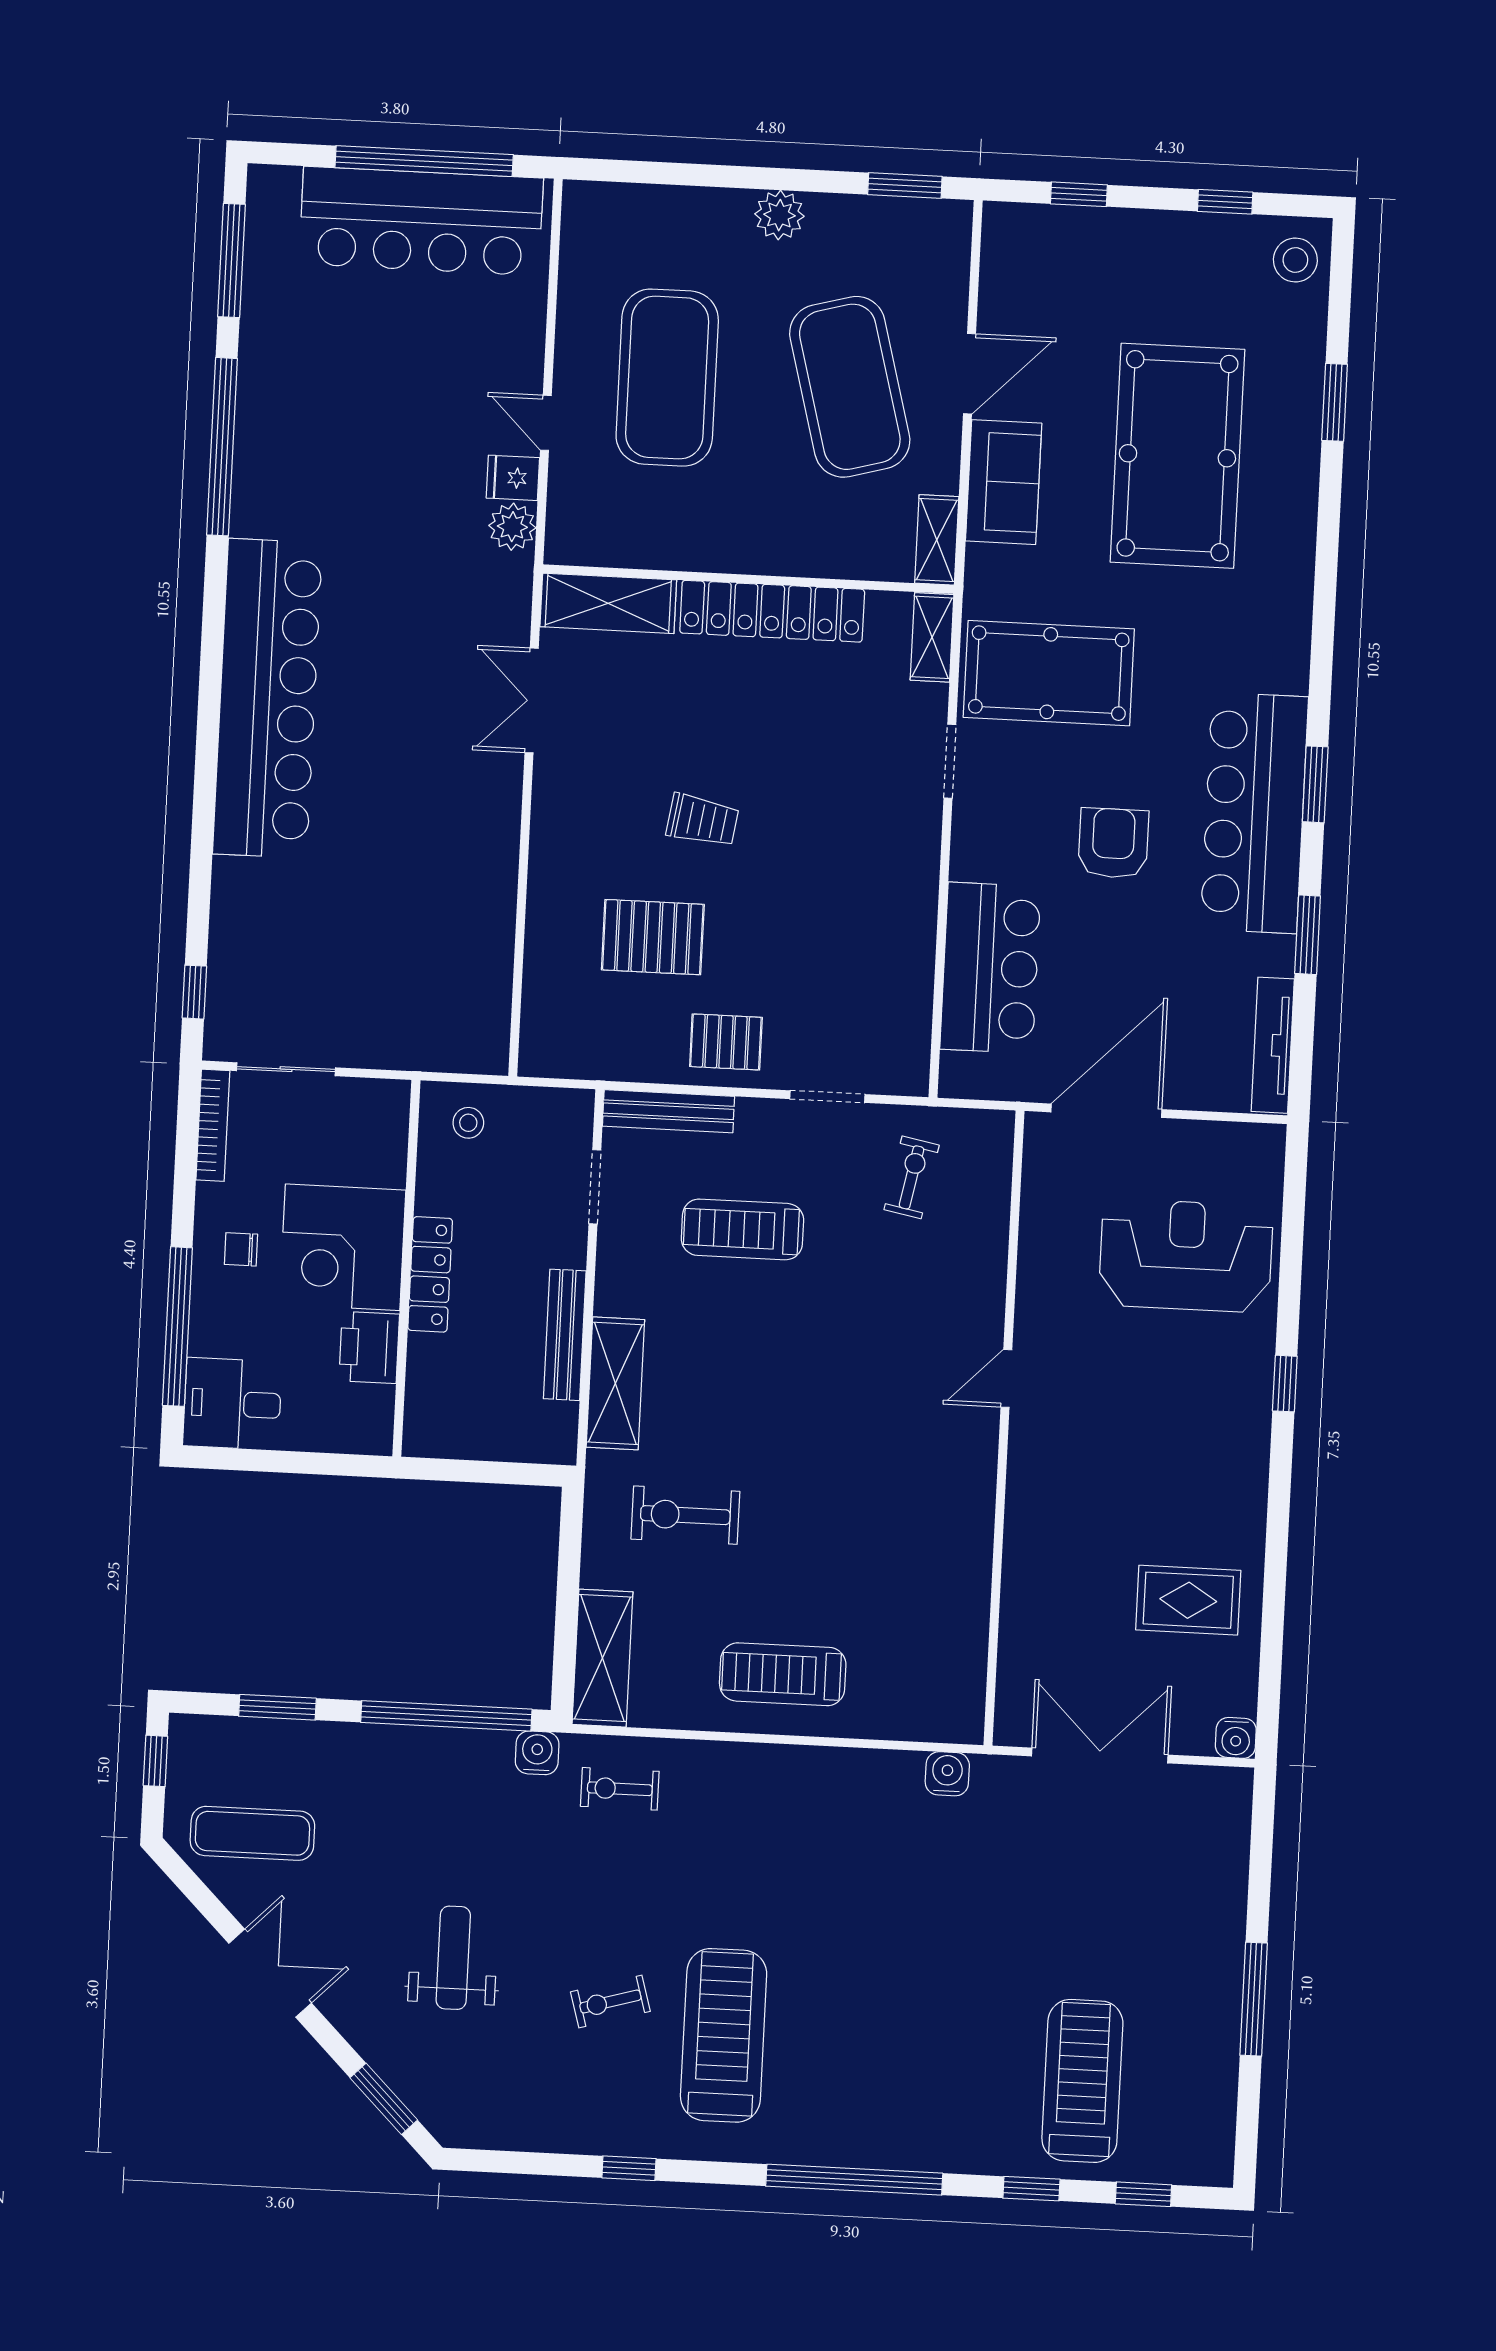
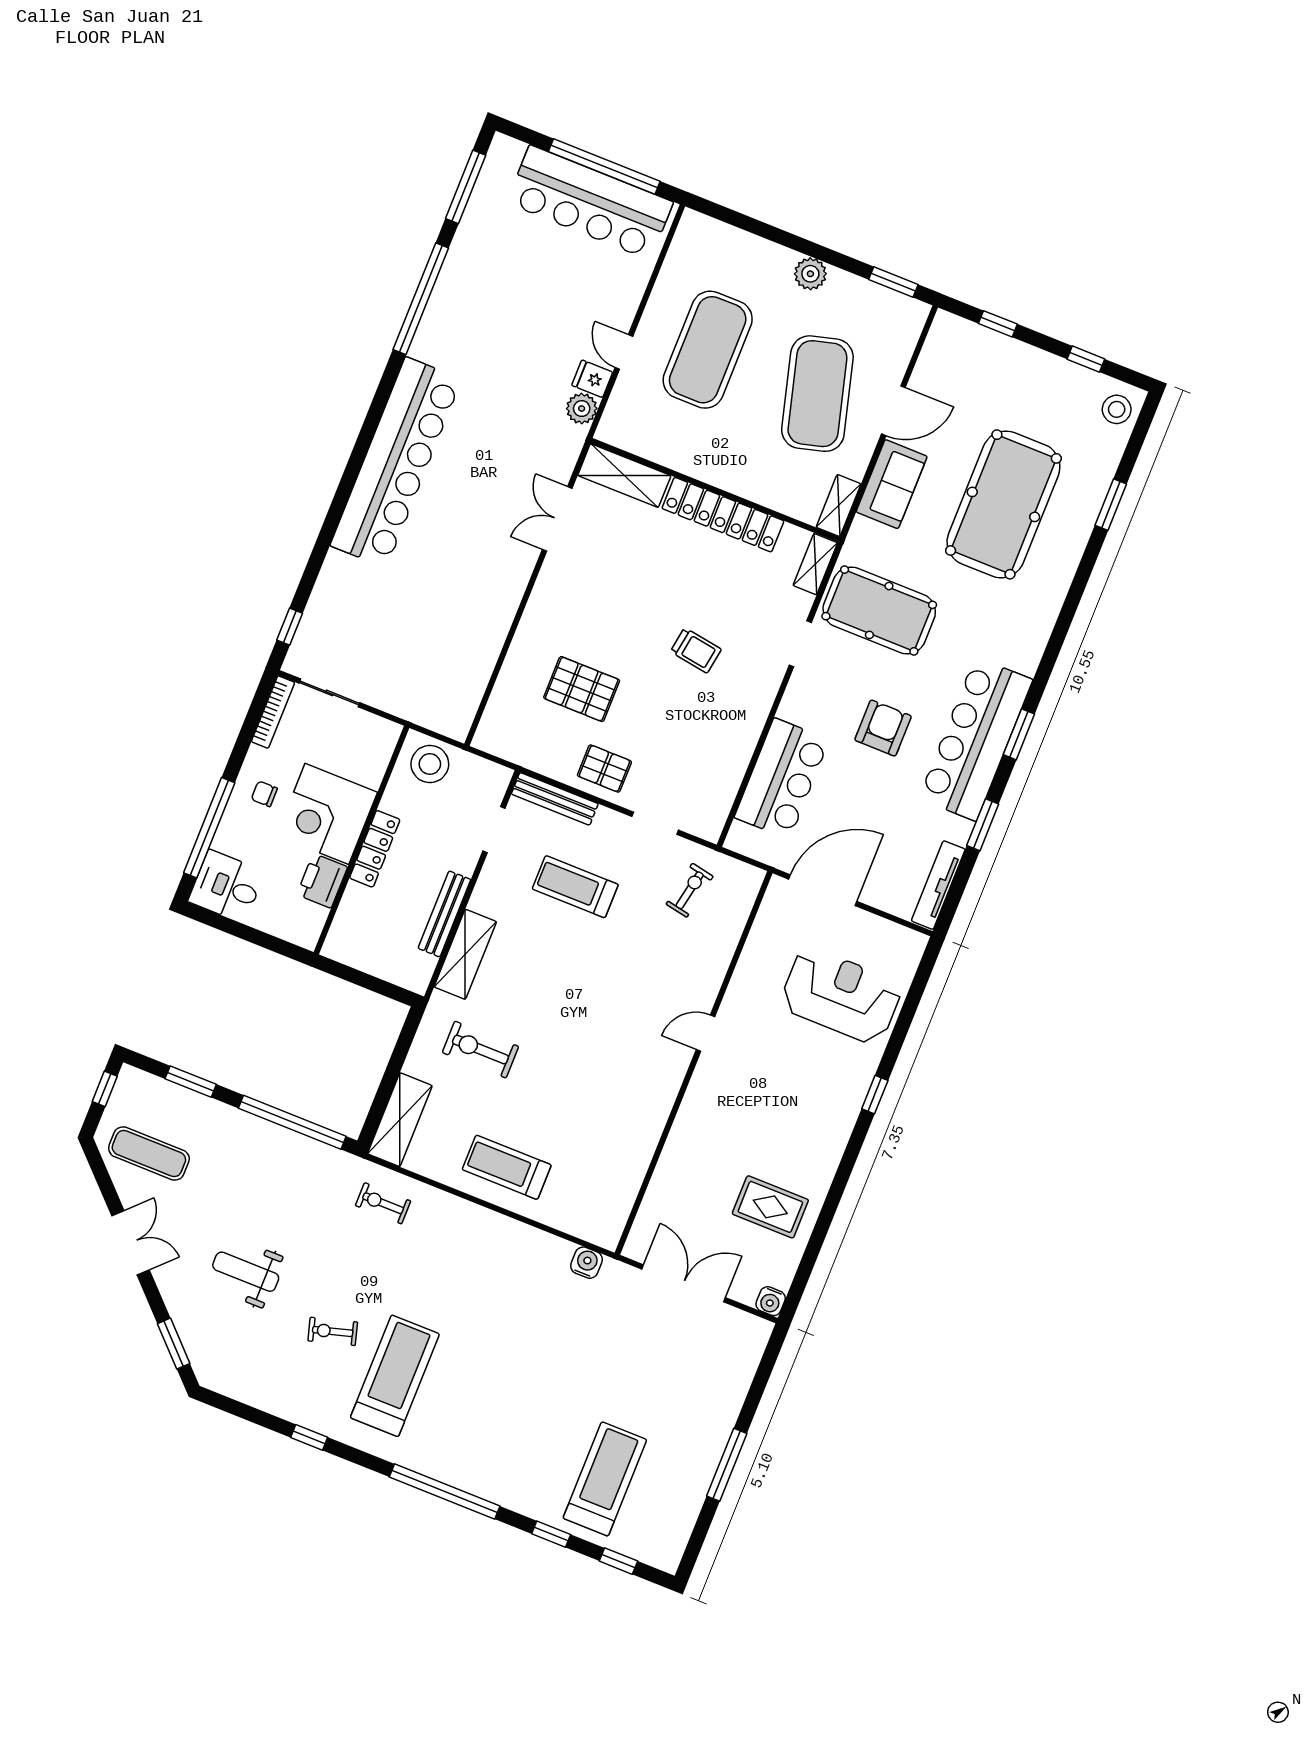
trolley: (702, 820) -> (696, 650), moved
stool: (468, 1123) -> (430, 764), width x1.89, depth x1.89
water cooler: (537, 1753) -> (340, 1164), removed
weight bench: (453, 1958) -> (246, 1272), turned -90

